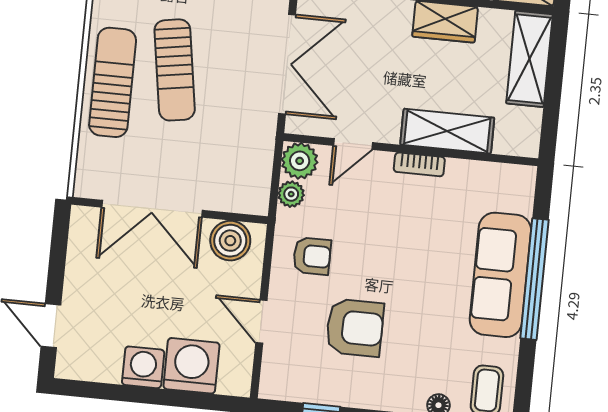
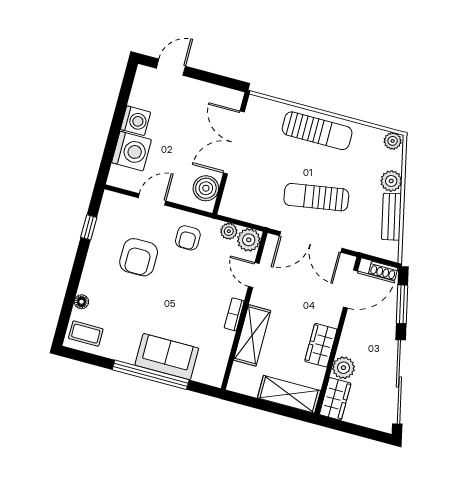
sun lounger: (175, 70) -> (316, 197), moved
sofa: (500, 275) -> (167, 357), width x0.73

